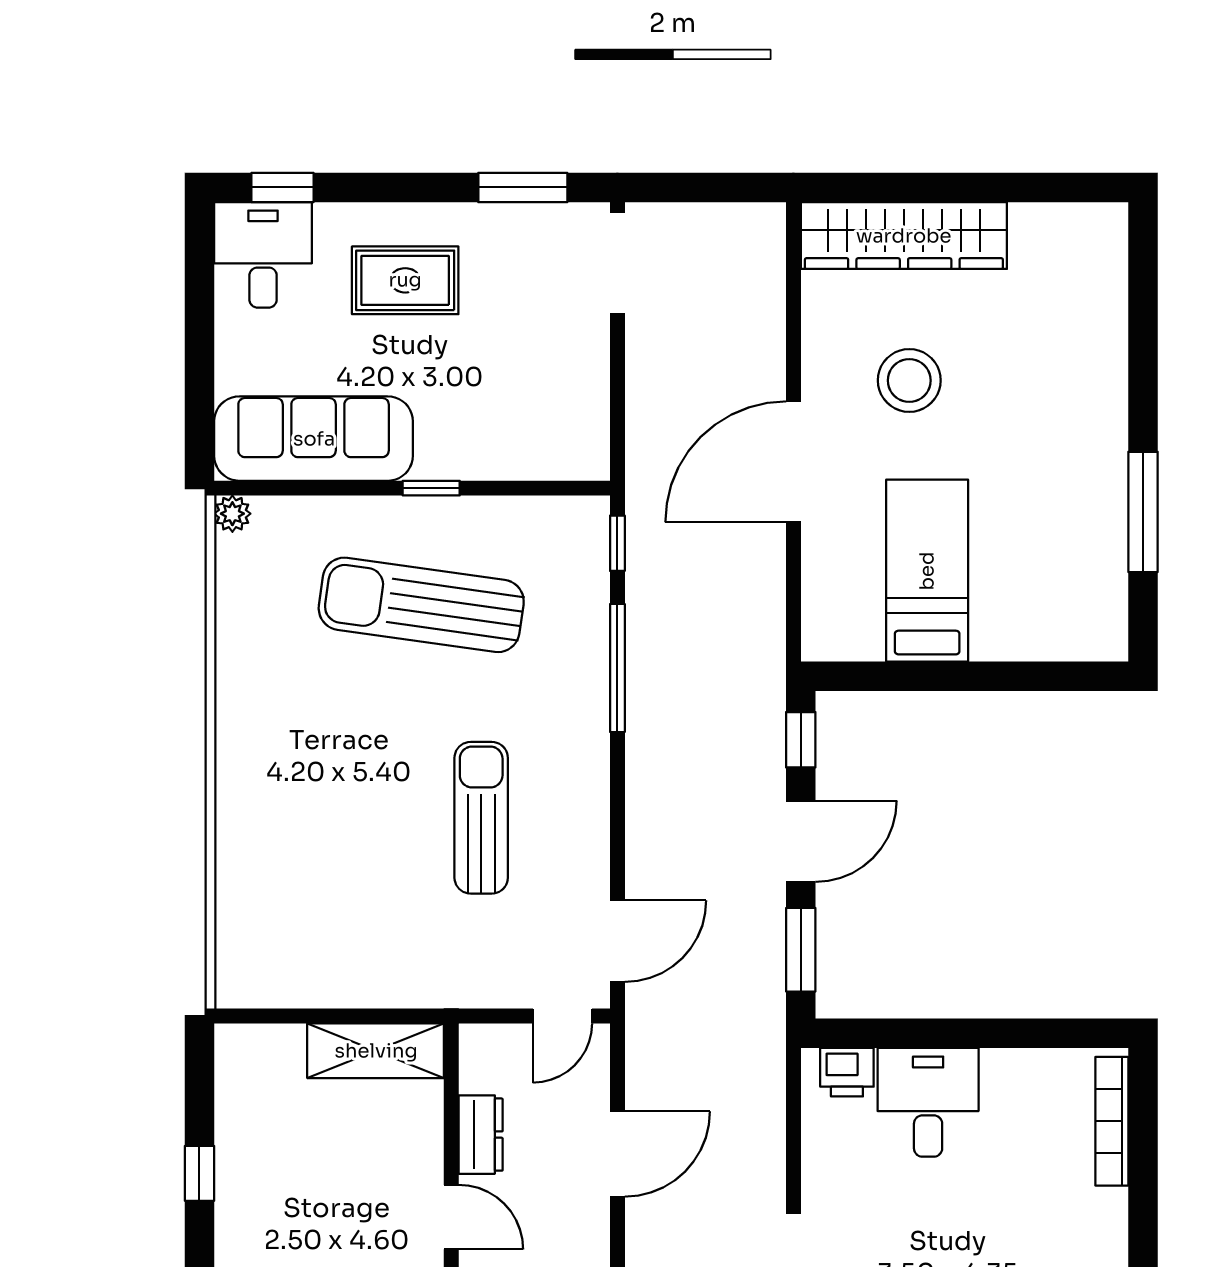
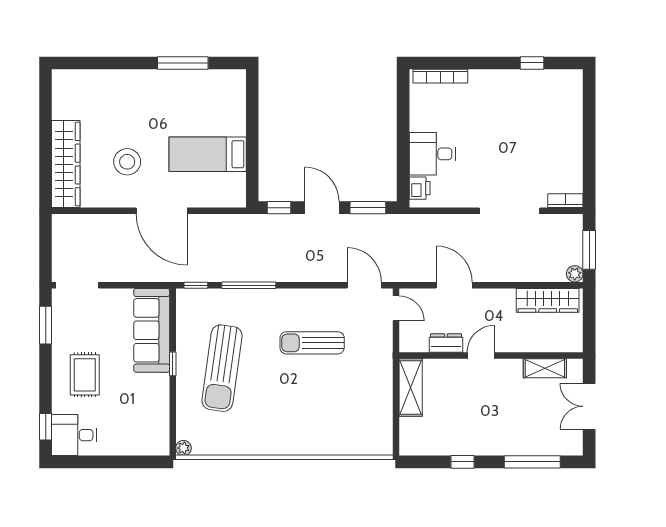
sofa: (314, 439) -> (152, 330), moved

